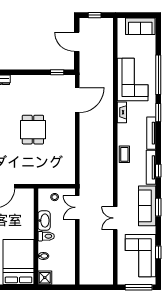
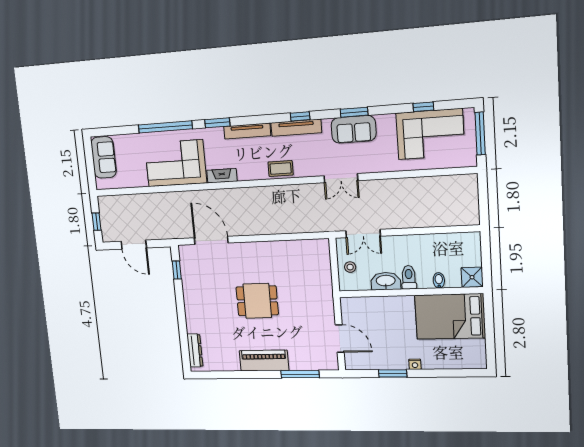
door: (77, 42) -> (134, 245), hinge flipped
sofa: (147, 206) -> (354, 129), width x0.73
double door: (115, 218) -> (341, 178), moved

